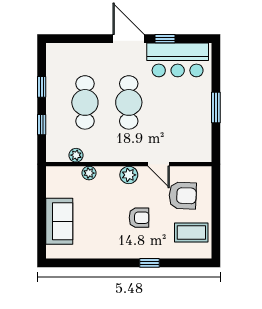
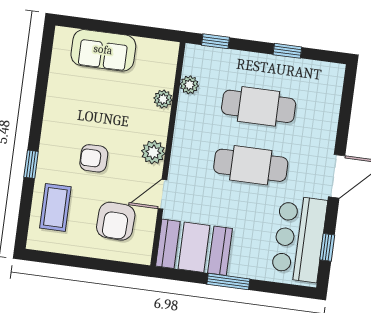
window: (165, 39) -> (327, 247), moved
window: (42, 125) -> (215, 41), moved
booth: (194, 136) -> (194, 247), added
armchair: (139, 218) -> (94, 158), turned 90
coffee table: (191, 233) -> (55, 207), moved

